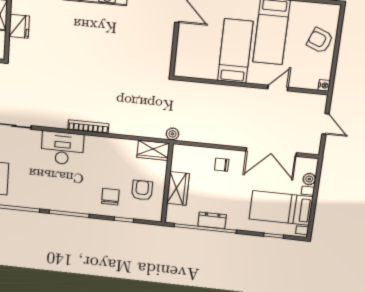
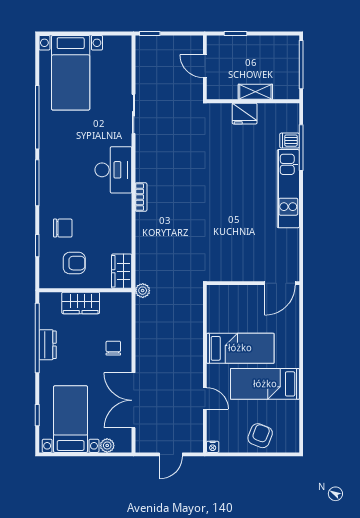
bookcase: (88, 127) -> (141, 197), width x0.64

